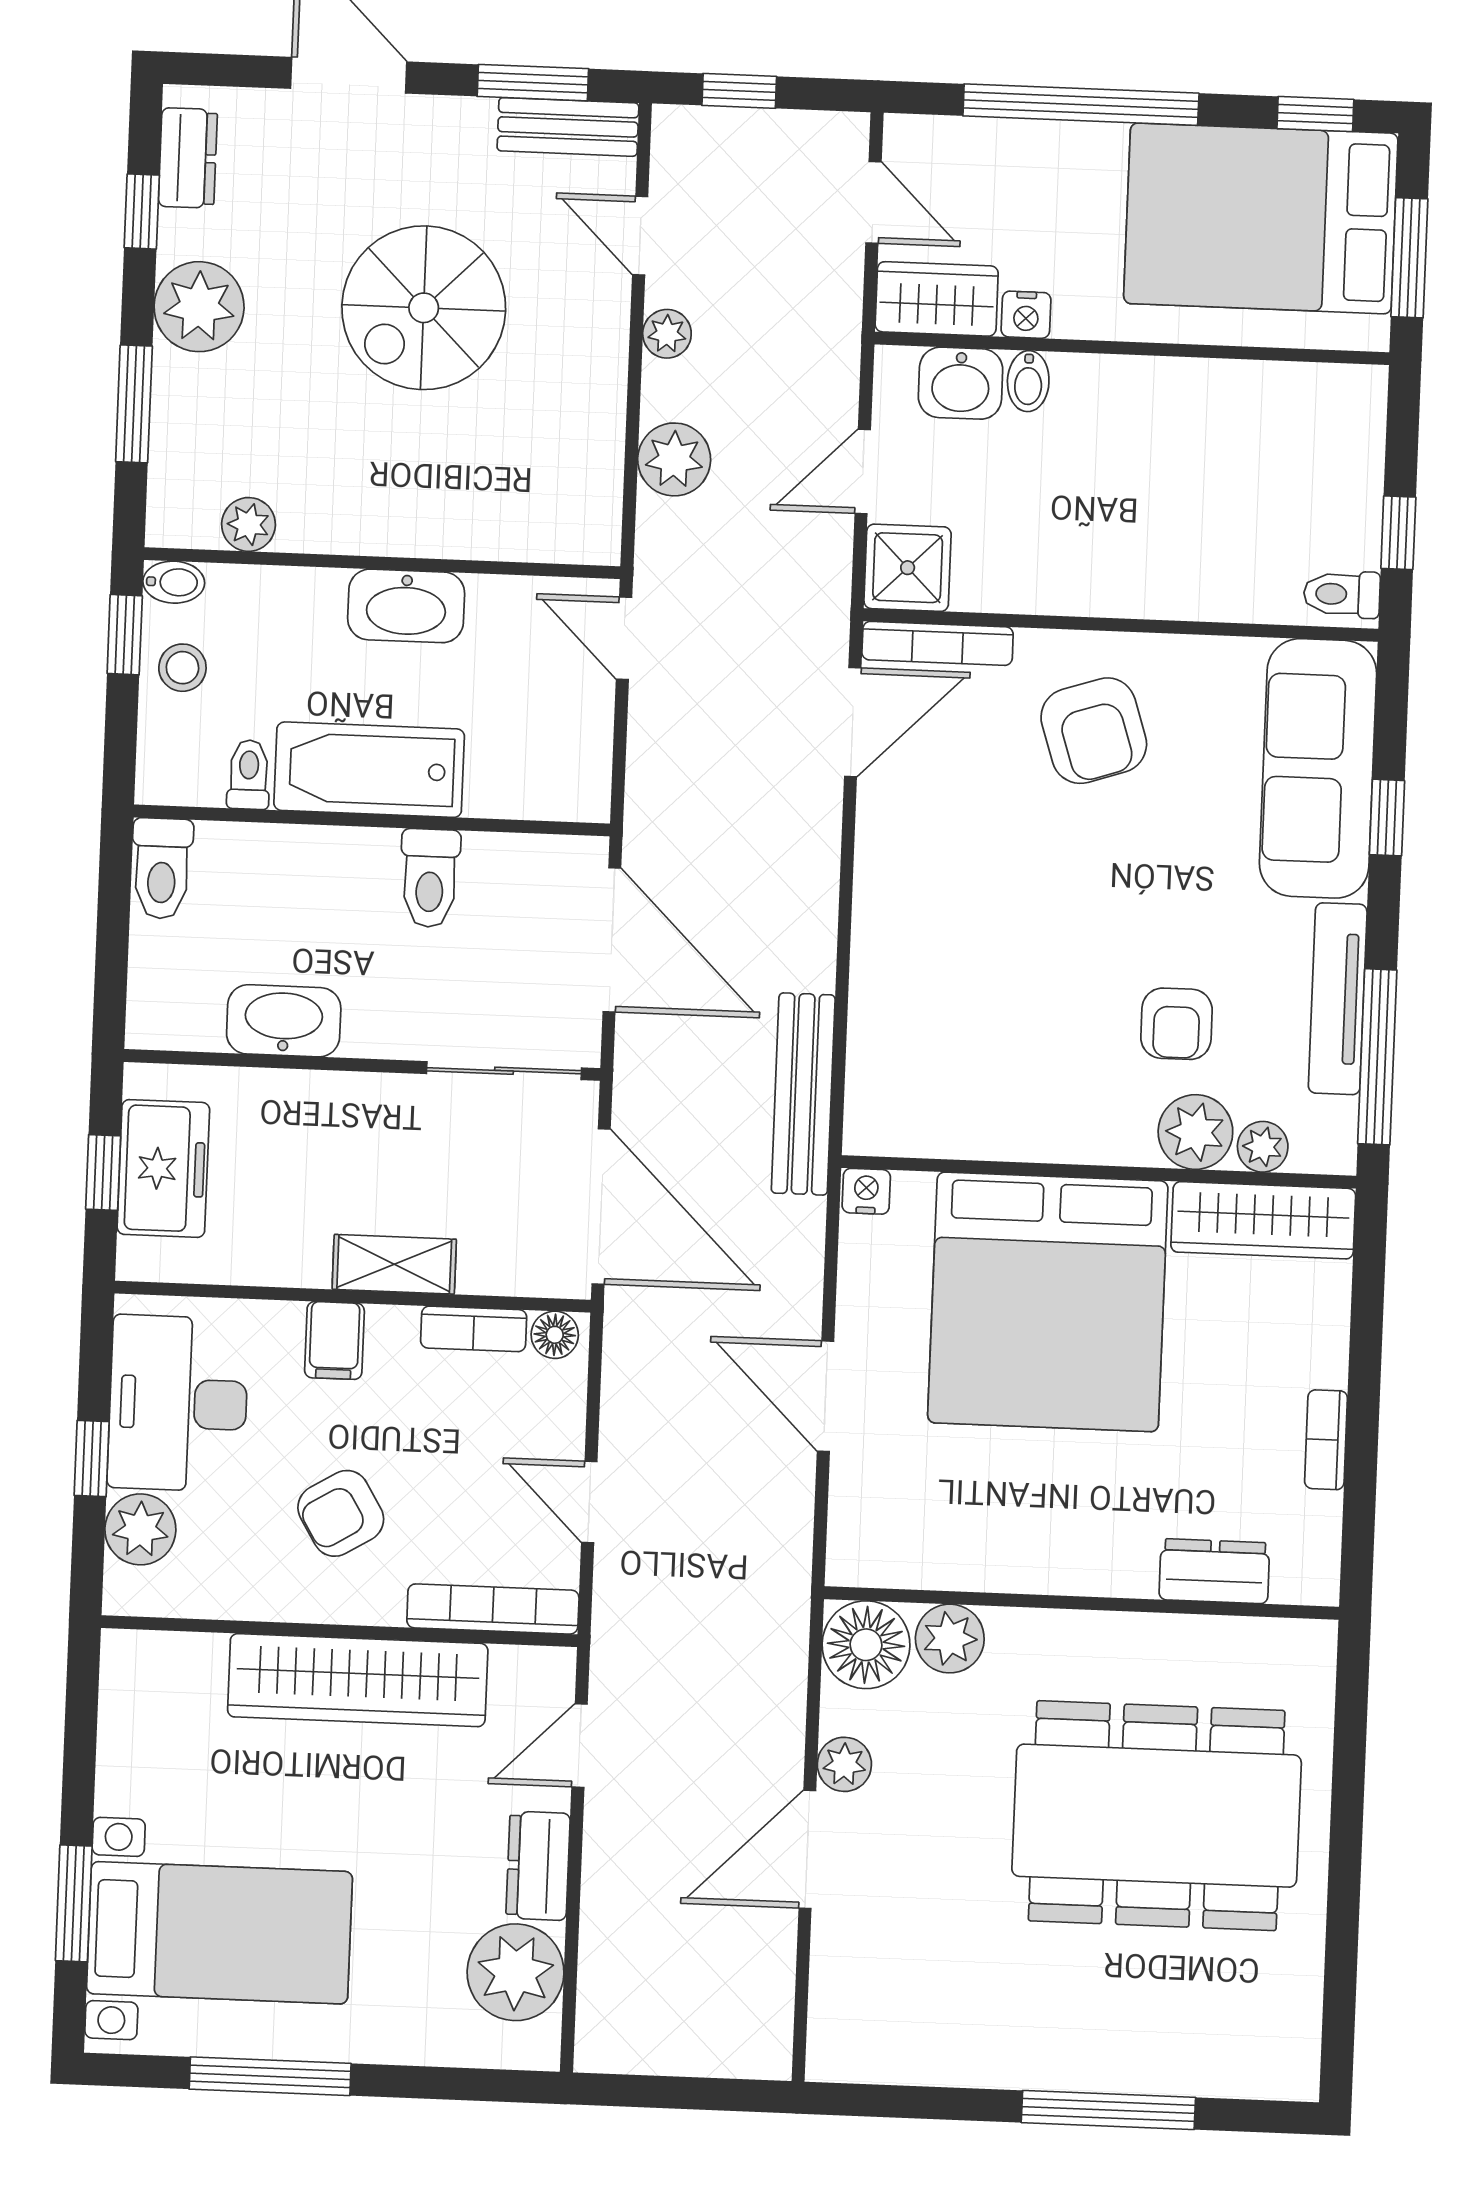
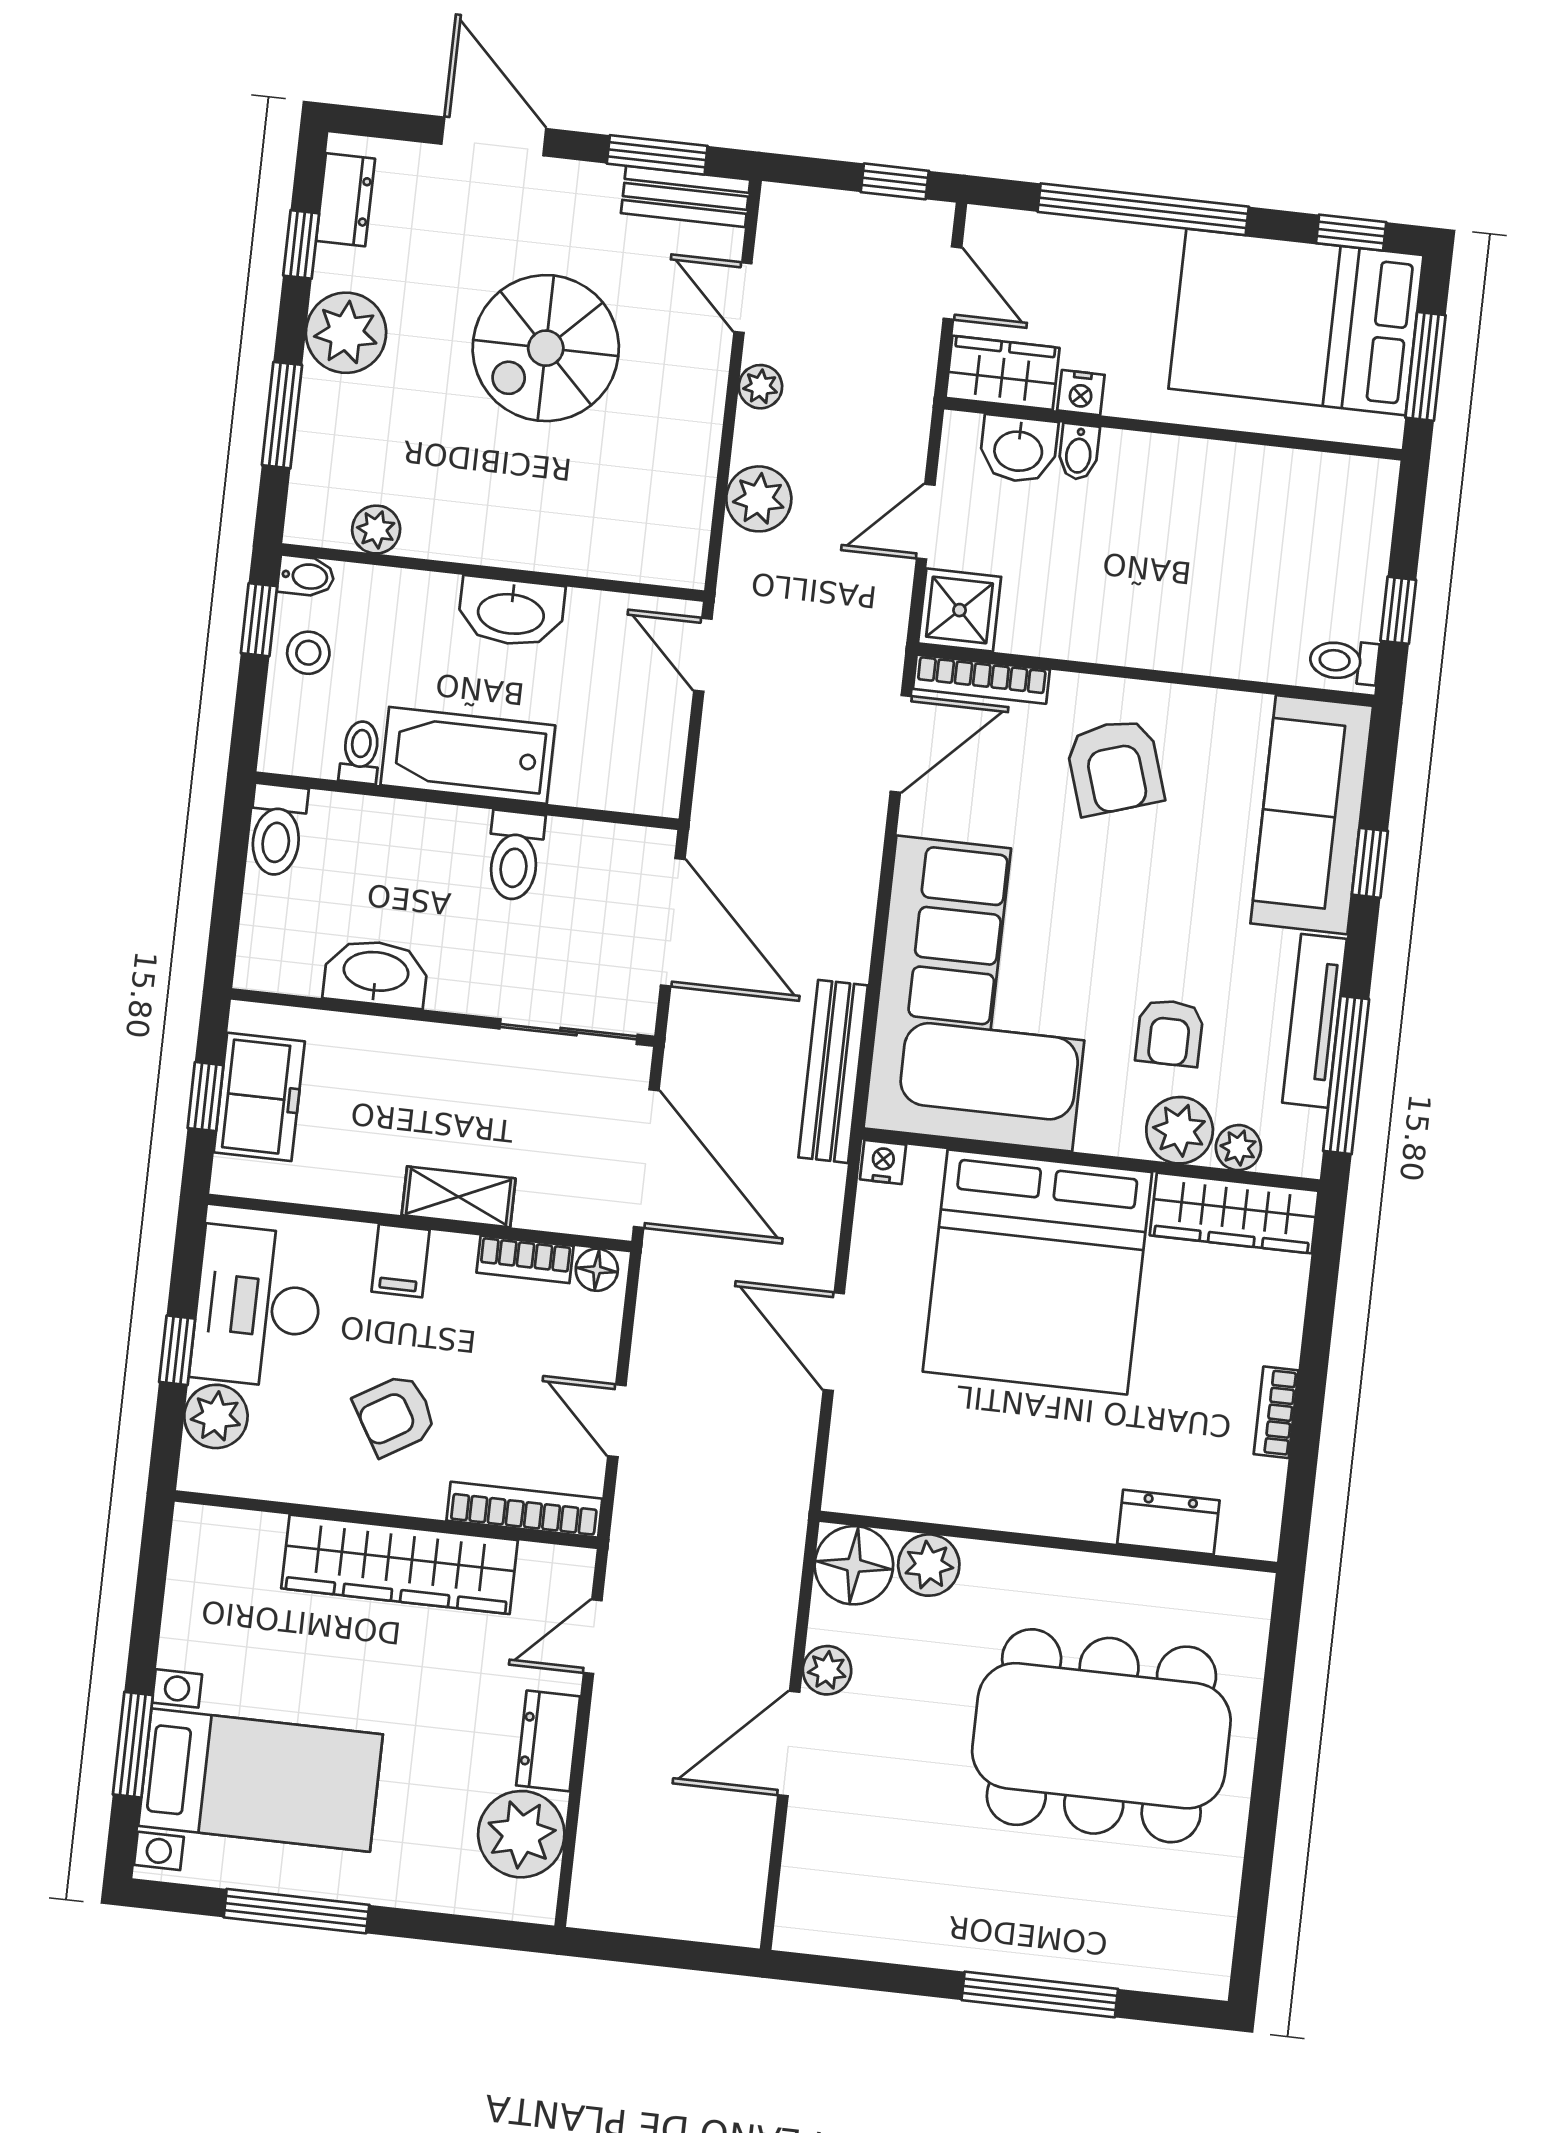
window: (739, 91) -> (895, 181), moved
corner sofa: (966, 995) -> (984, 994), added

